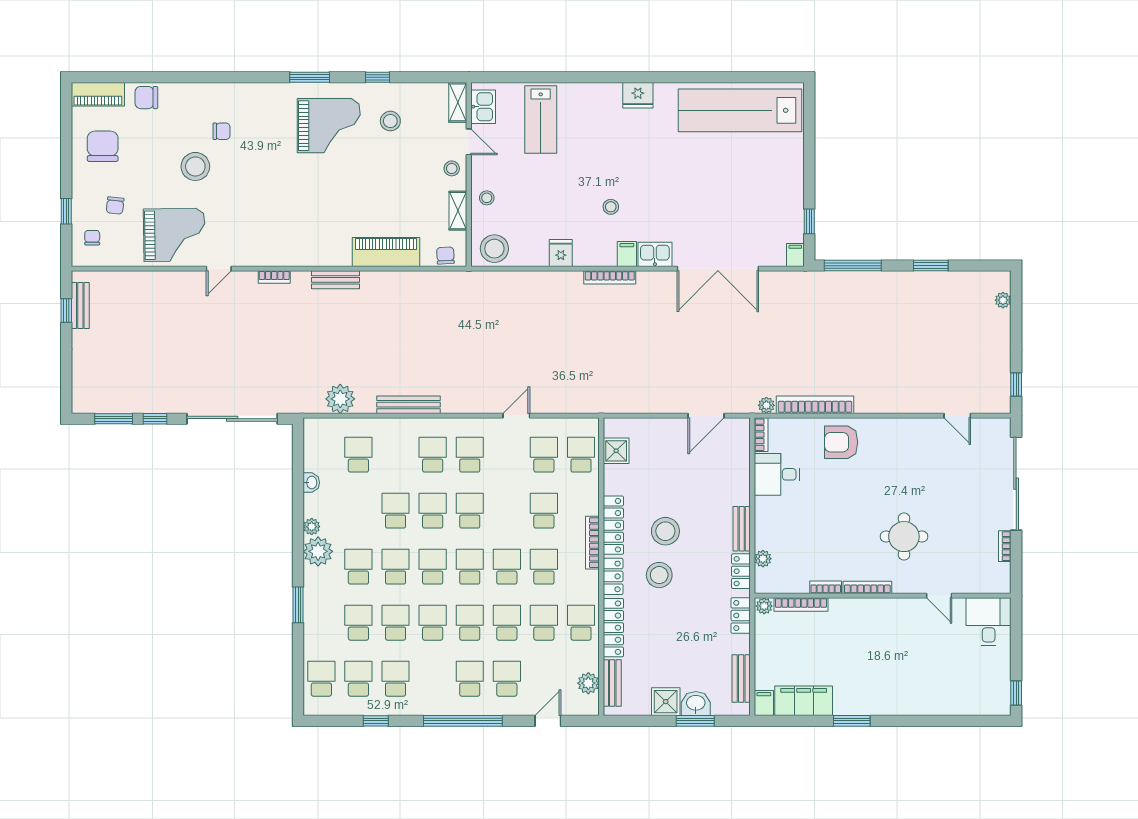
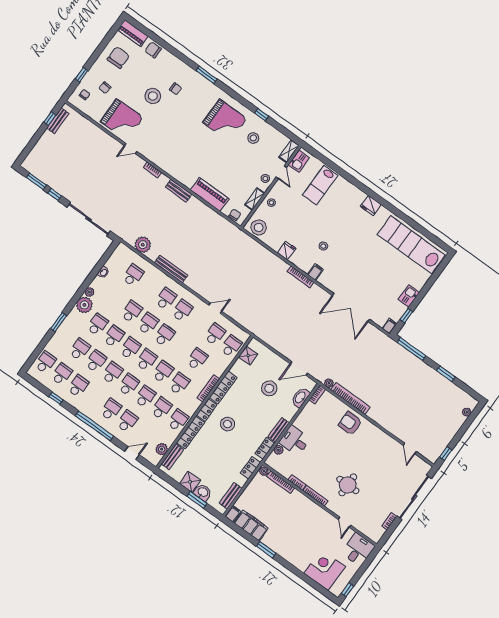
window: (310, 77) -> (207, 75), moved
kitchen sink: (655, 254) -> (409, 296), moved, turned -90
washbasin: (739, 457) -> (300, 397), added
desk: (777, 474) -> (295, 441), moved
stool: (665, 531) -> (269, 388), moved
corner desk: (961, 688) -> (325, 570), added

